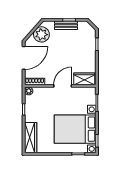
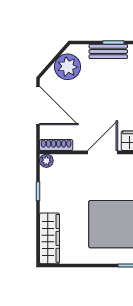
door: (24, 58) -> (38, 106), hinge flipped

